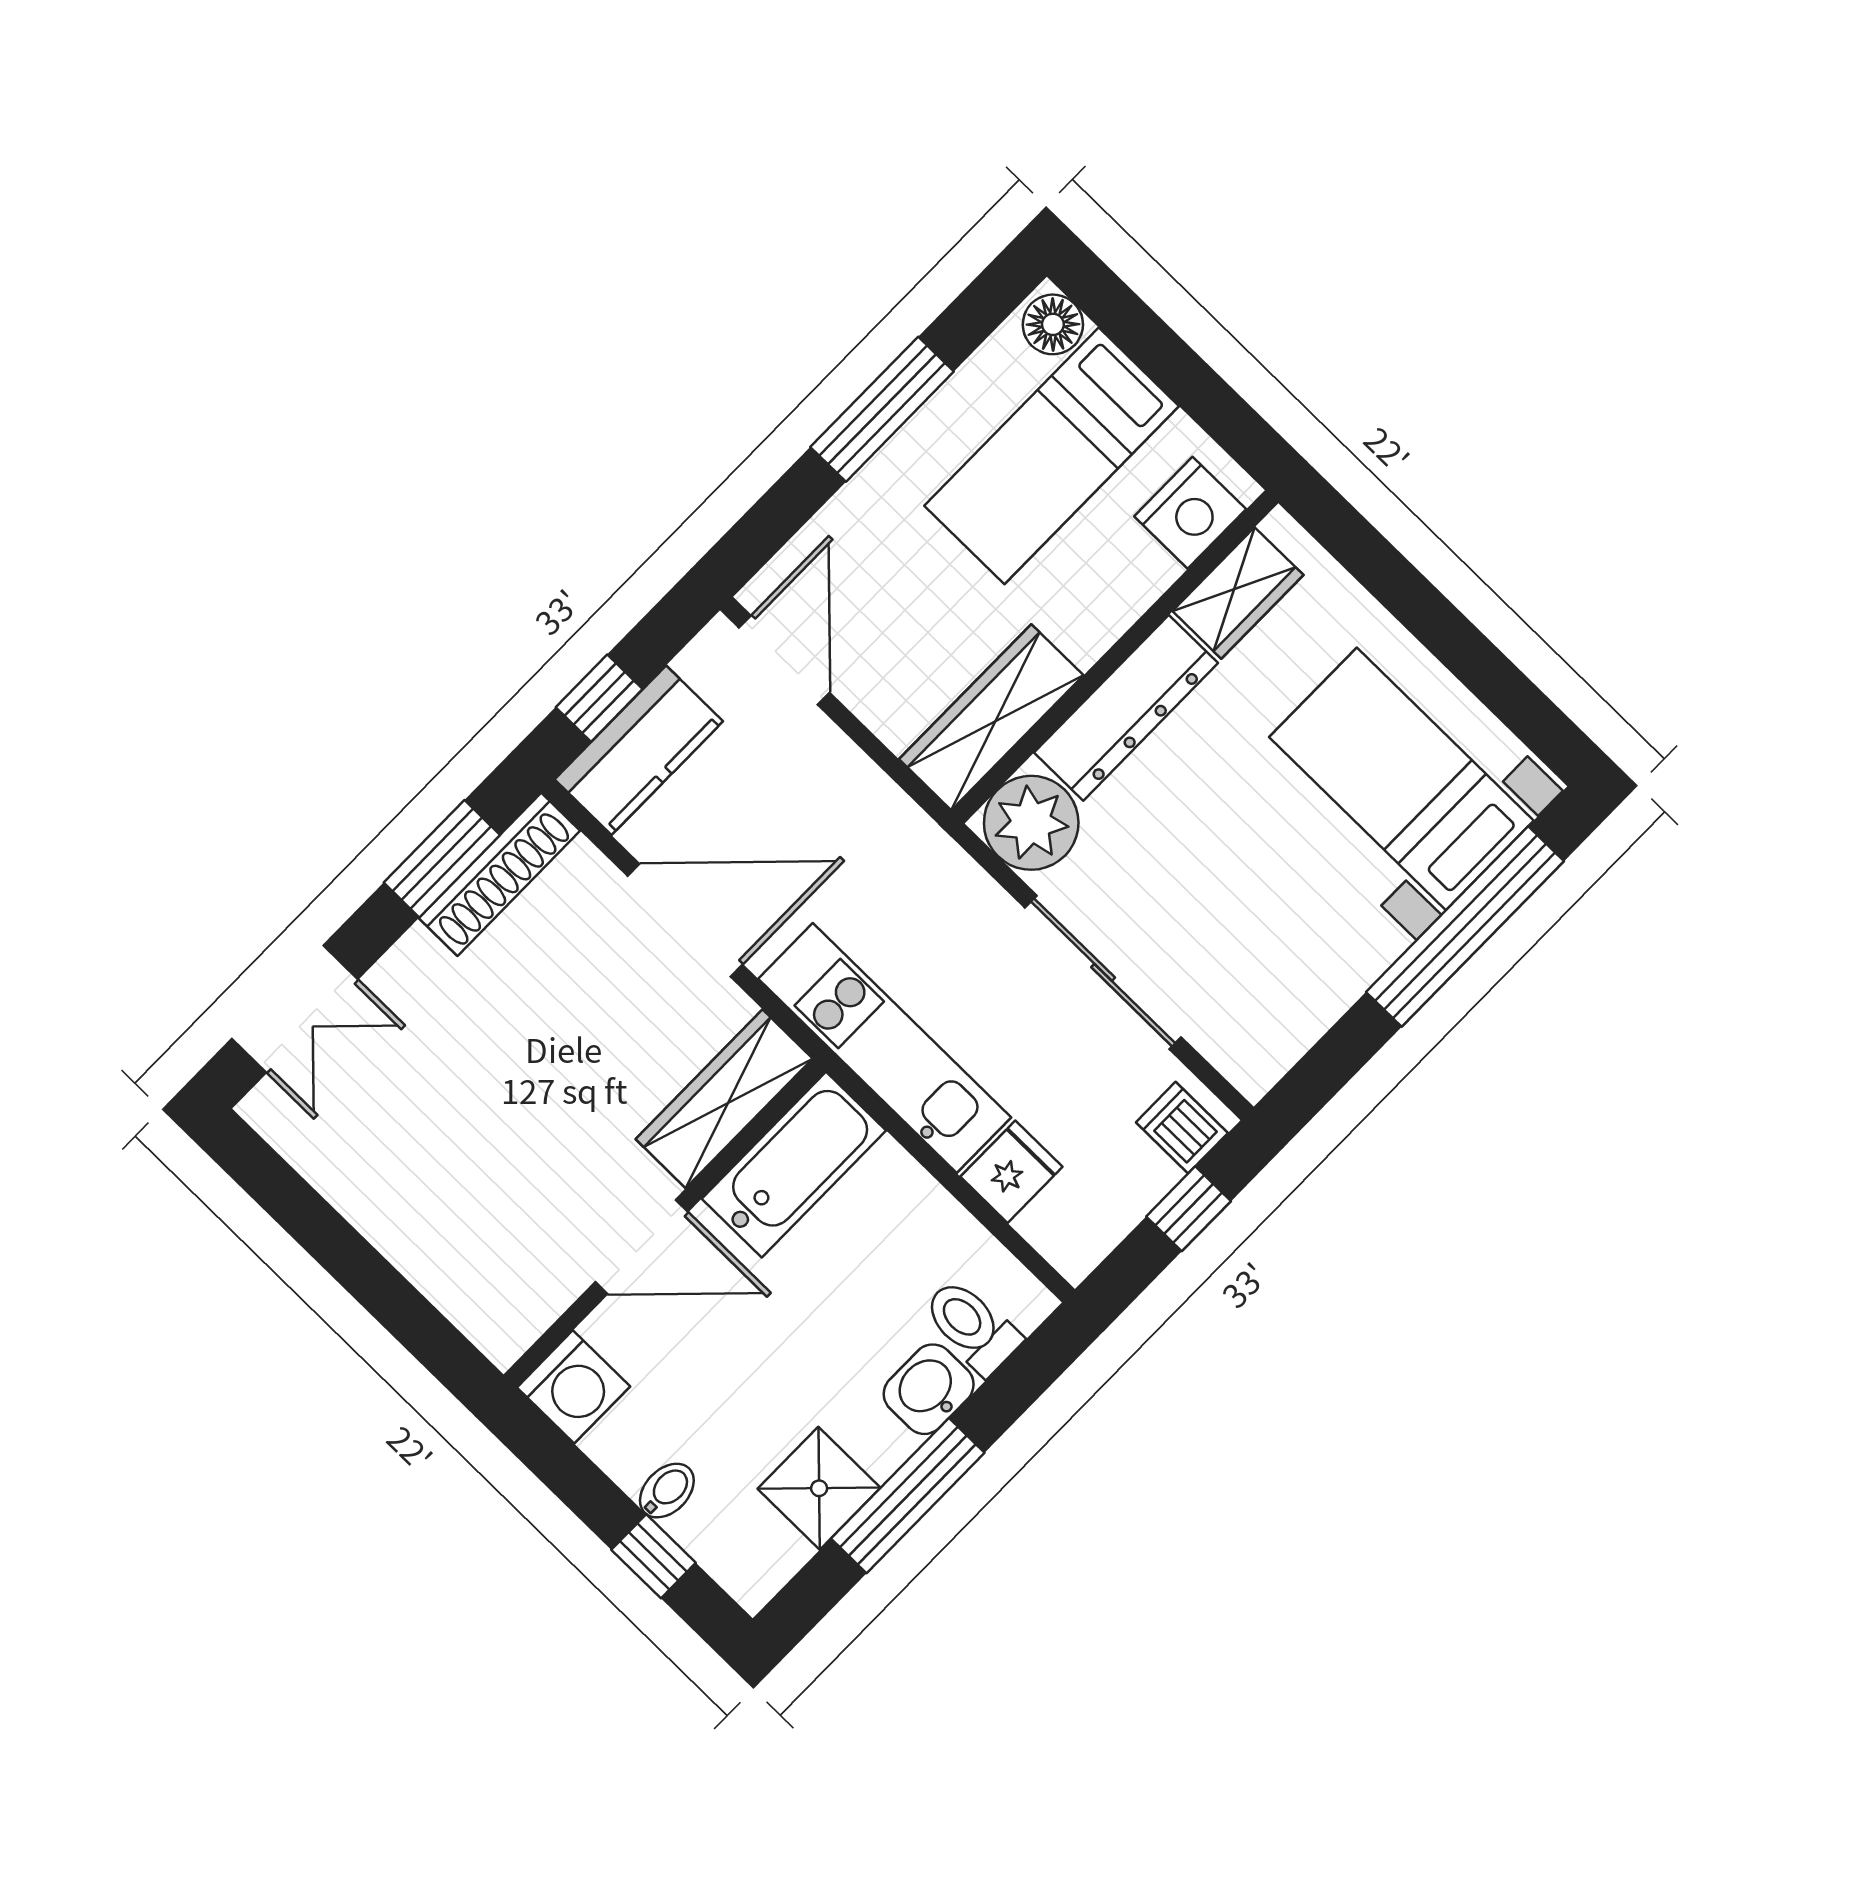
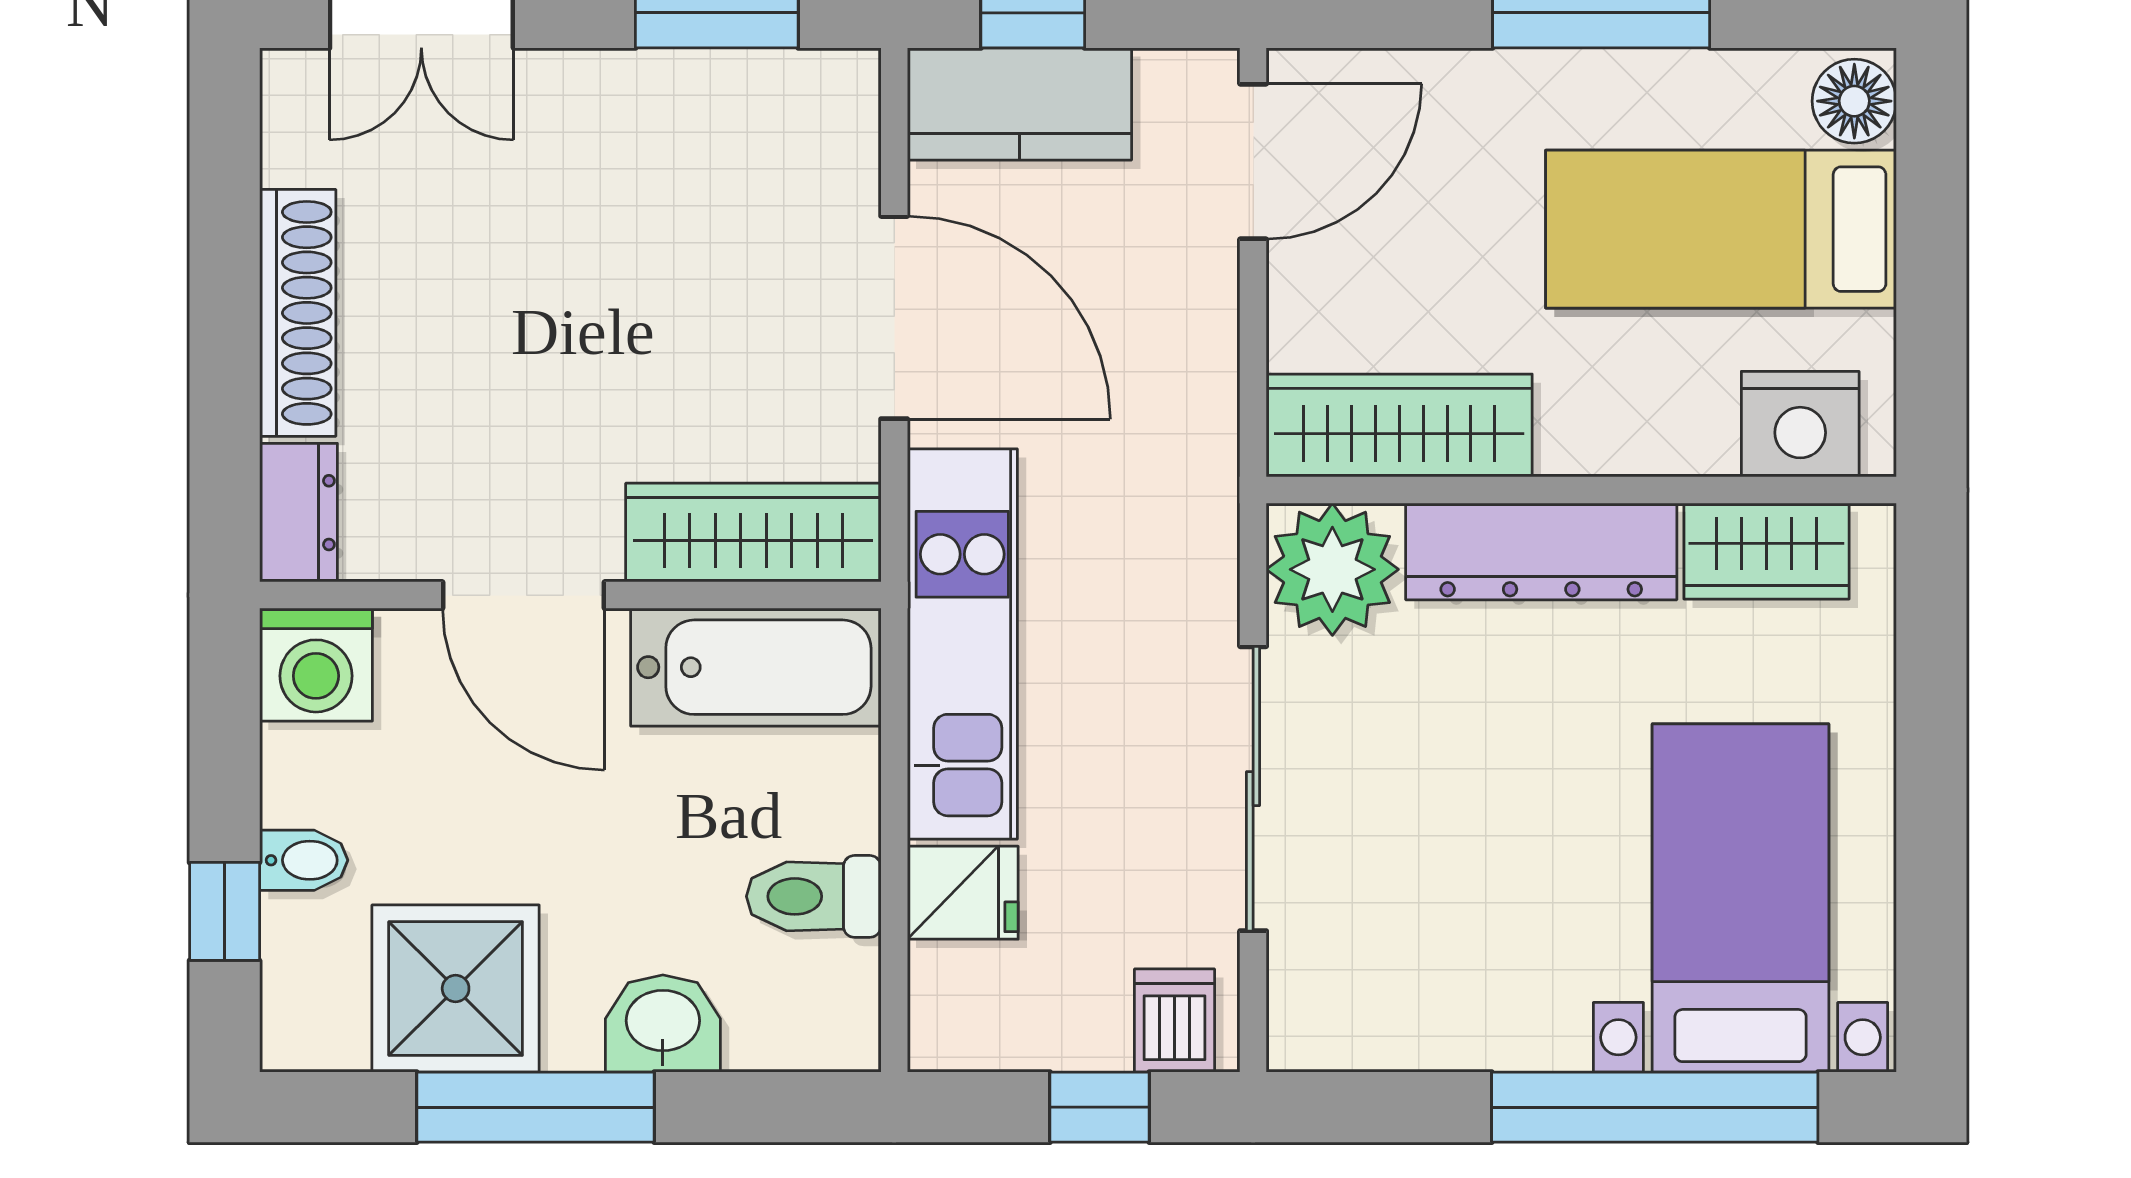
shoe rack: (499, 874) -> (298, 313), moved, turned -90
dresser: (488, 1320) -> (299, 513), added
toilet: (972, 1326) -> (814, 896), moved, turned -90
shower: (819, 1488) -> (456, 988), width x1.36, depth x1.36

